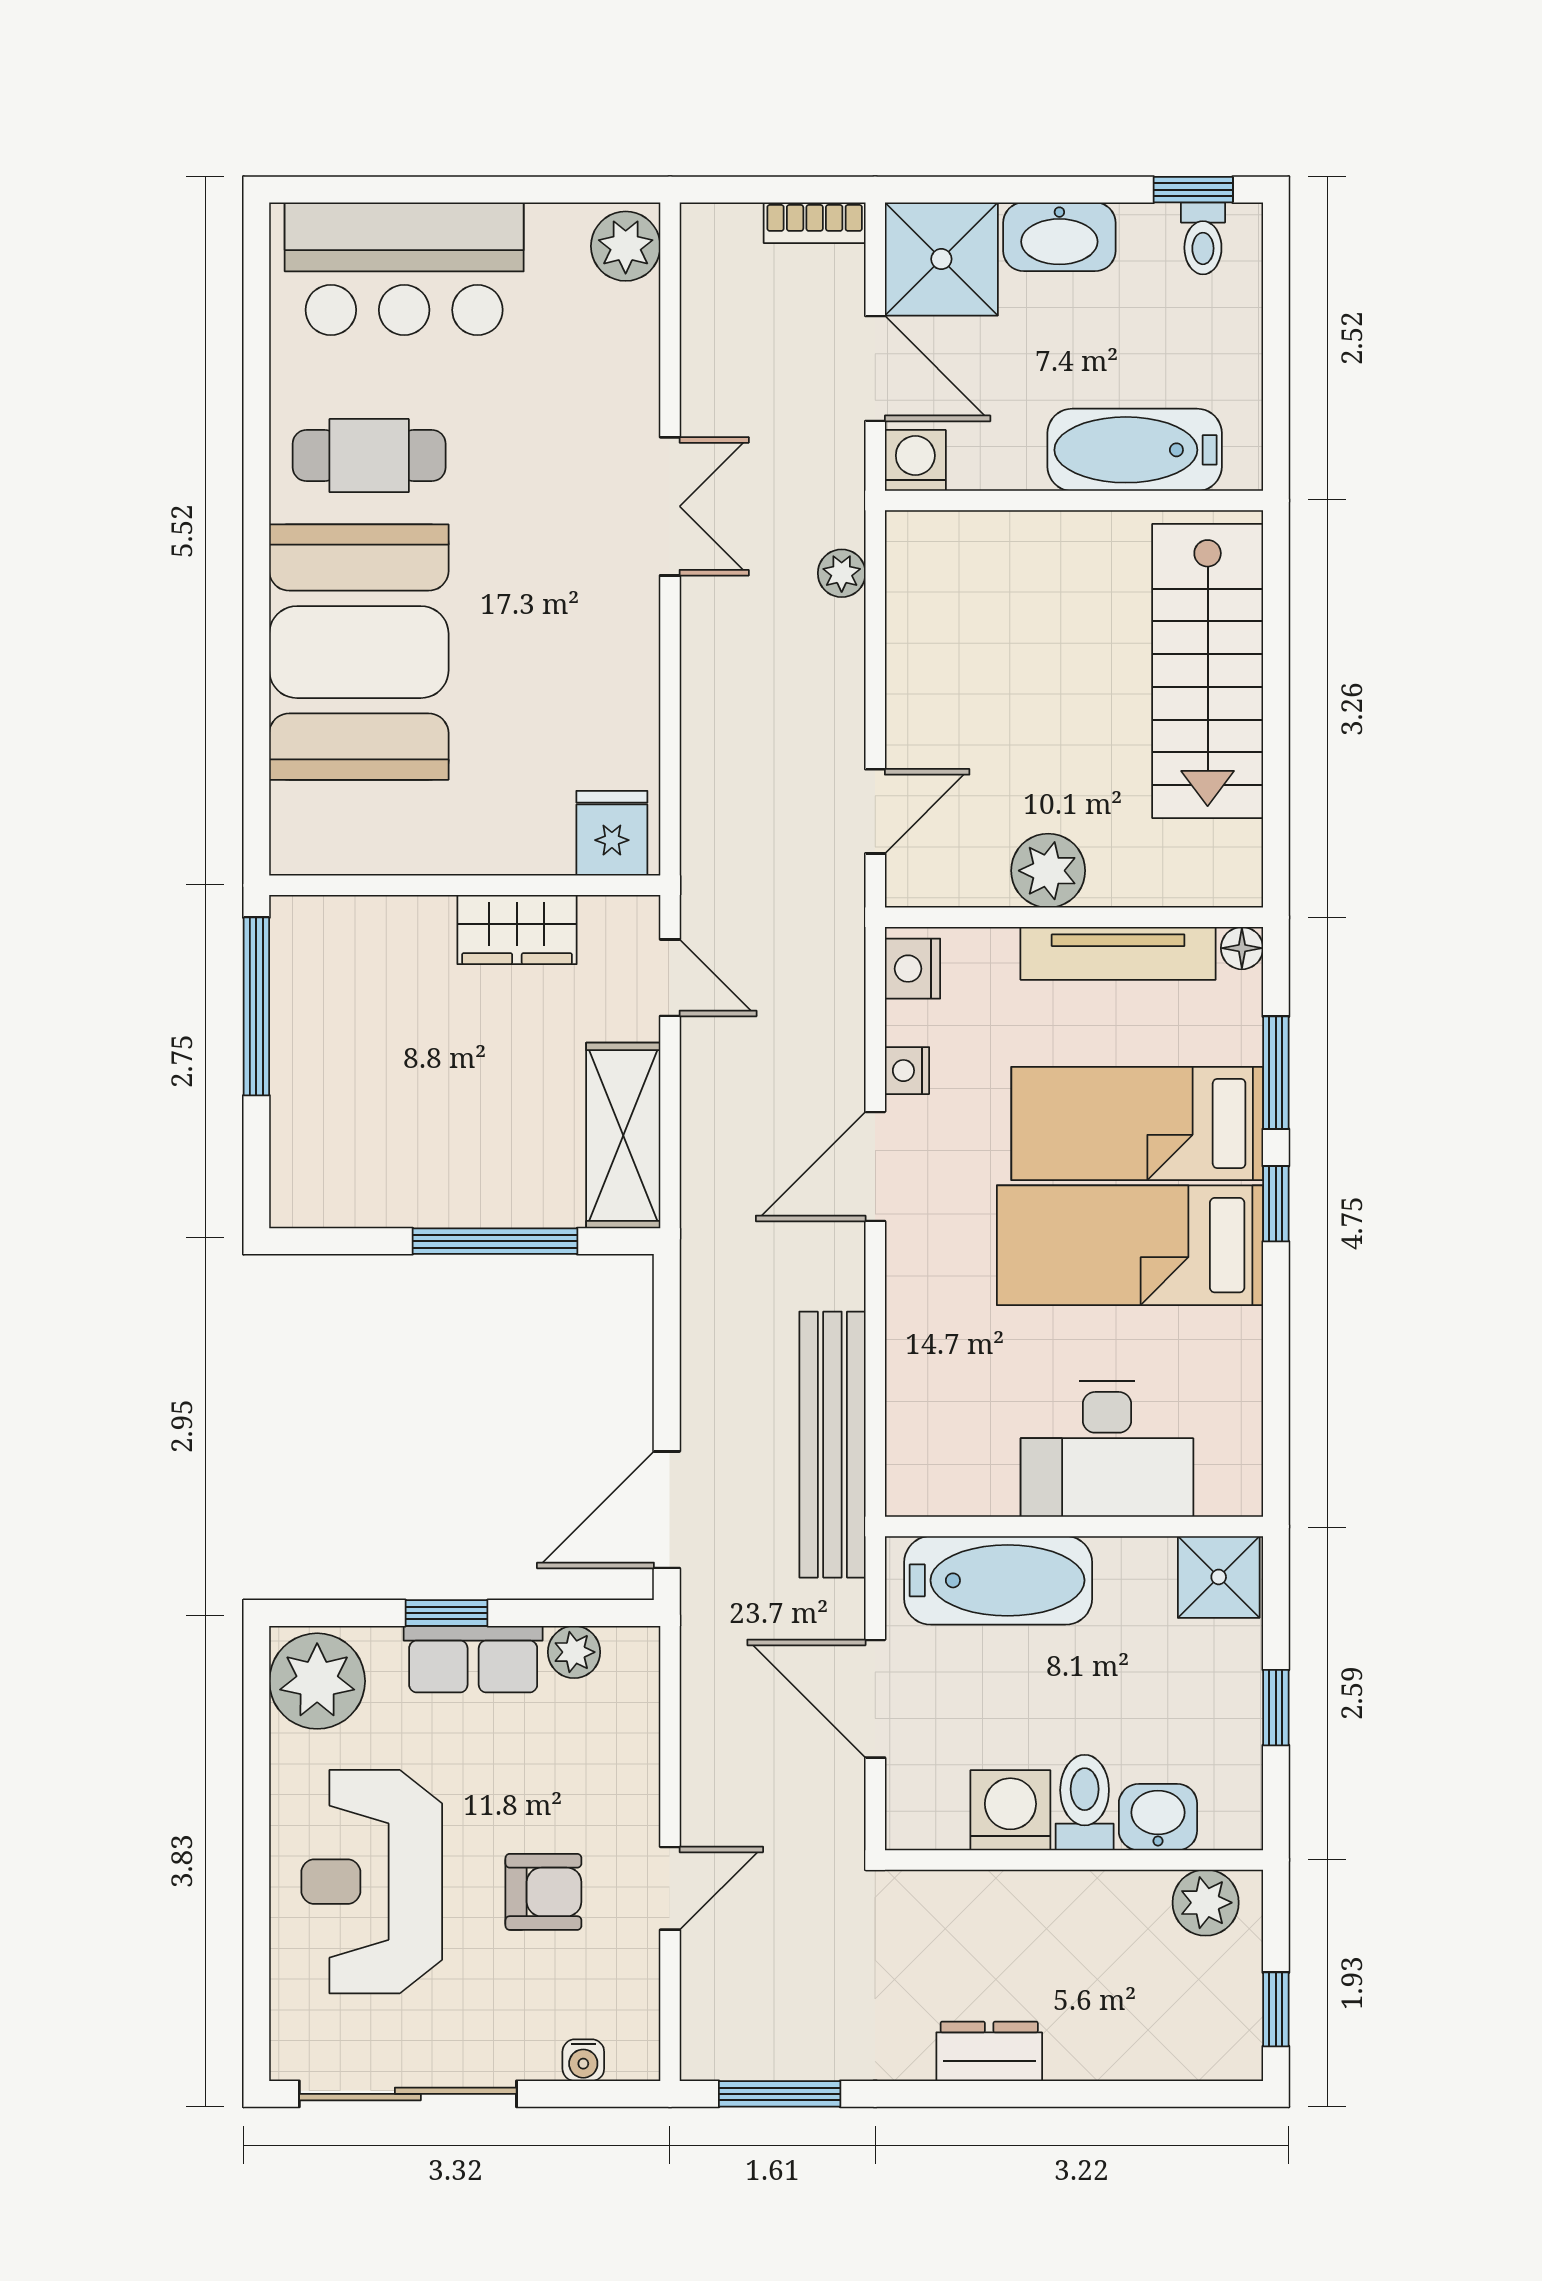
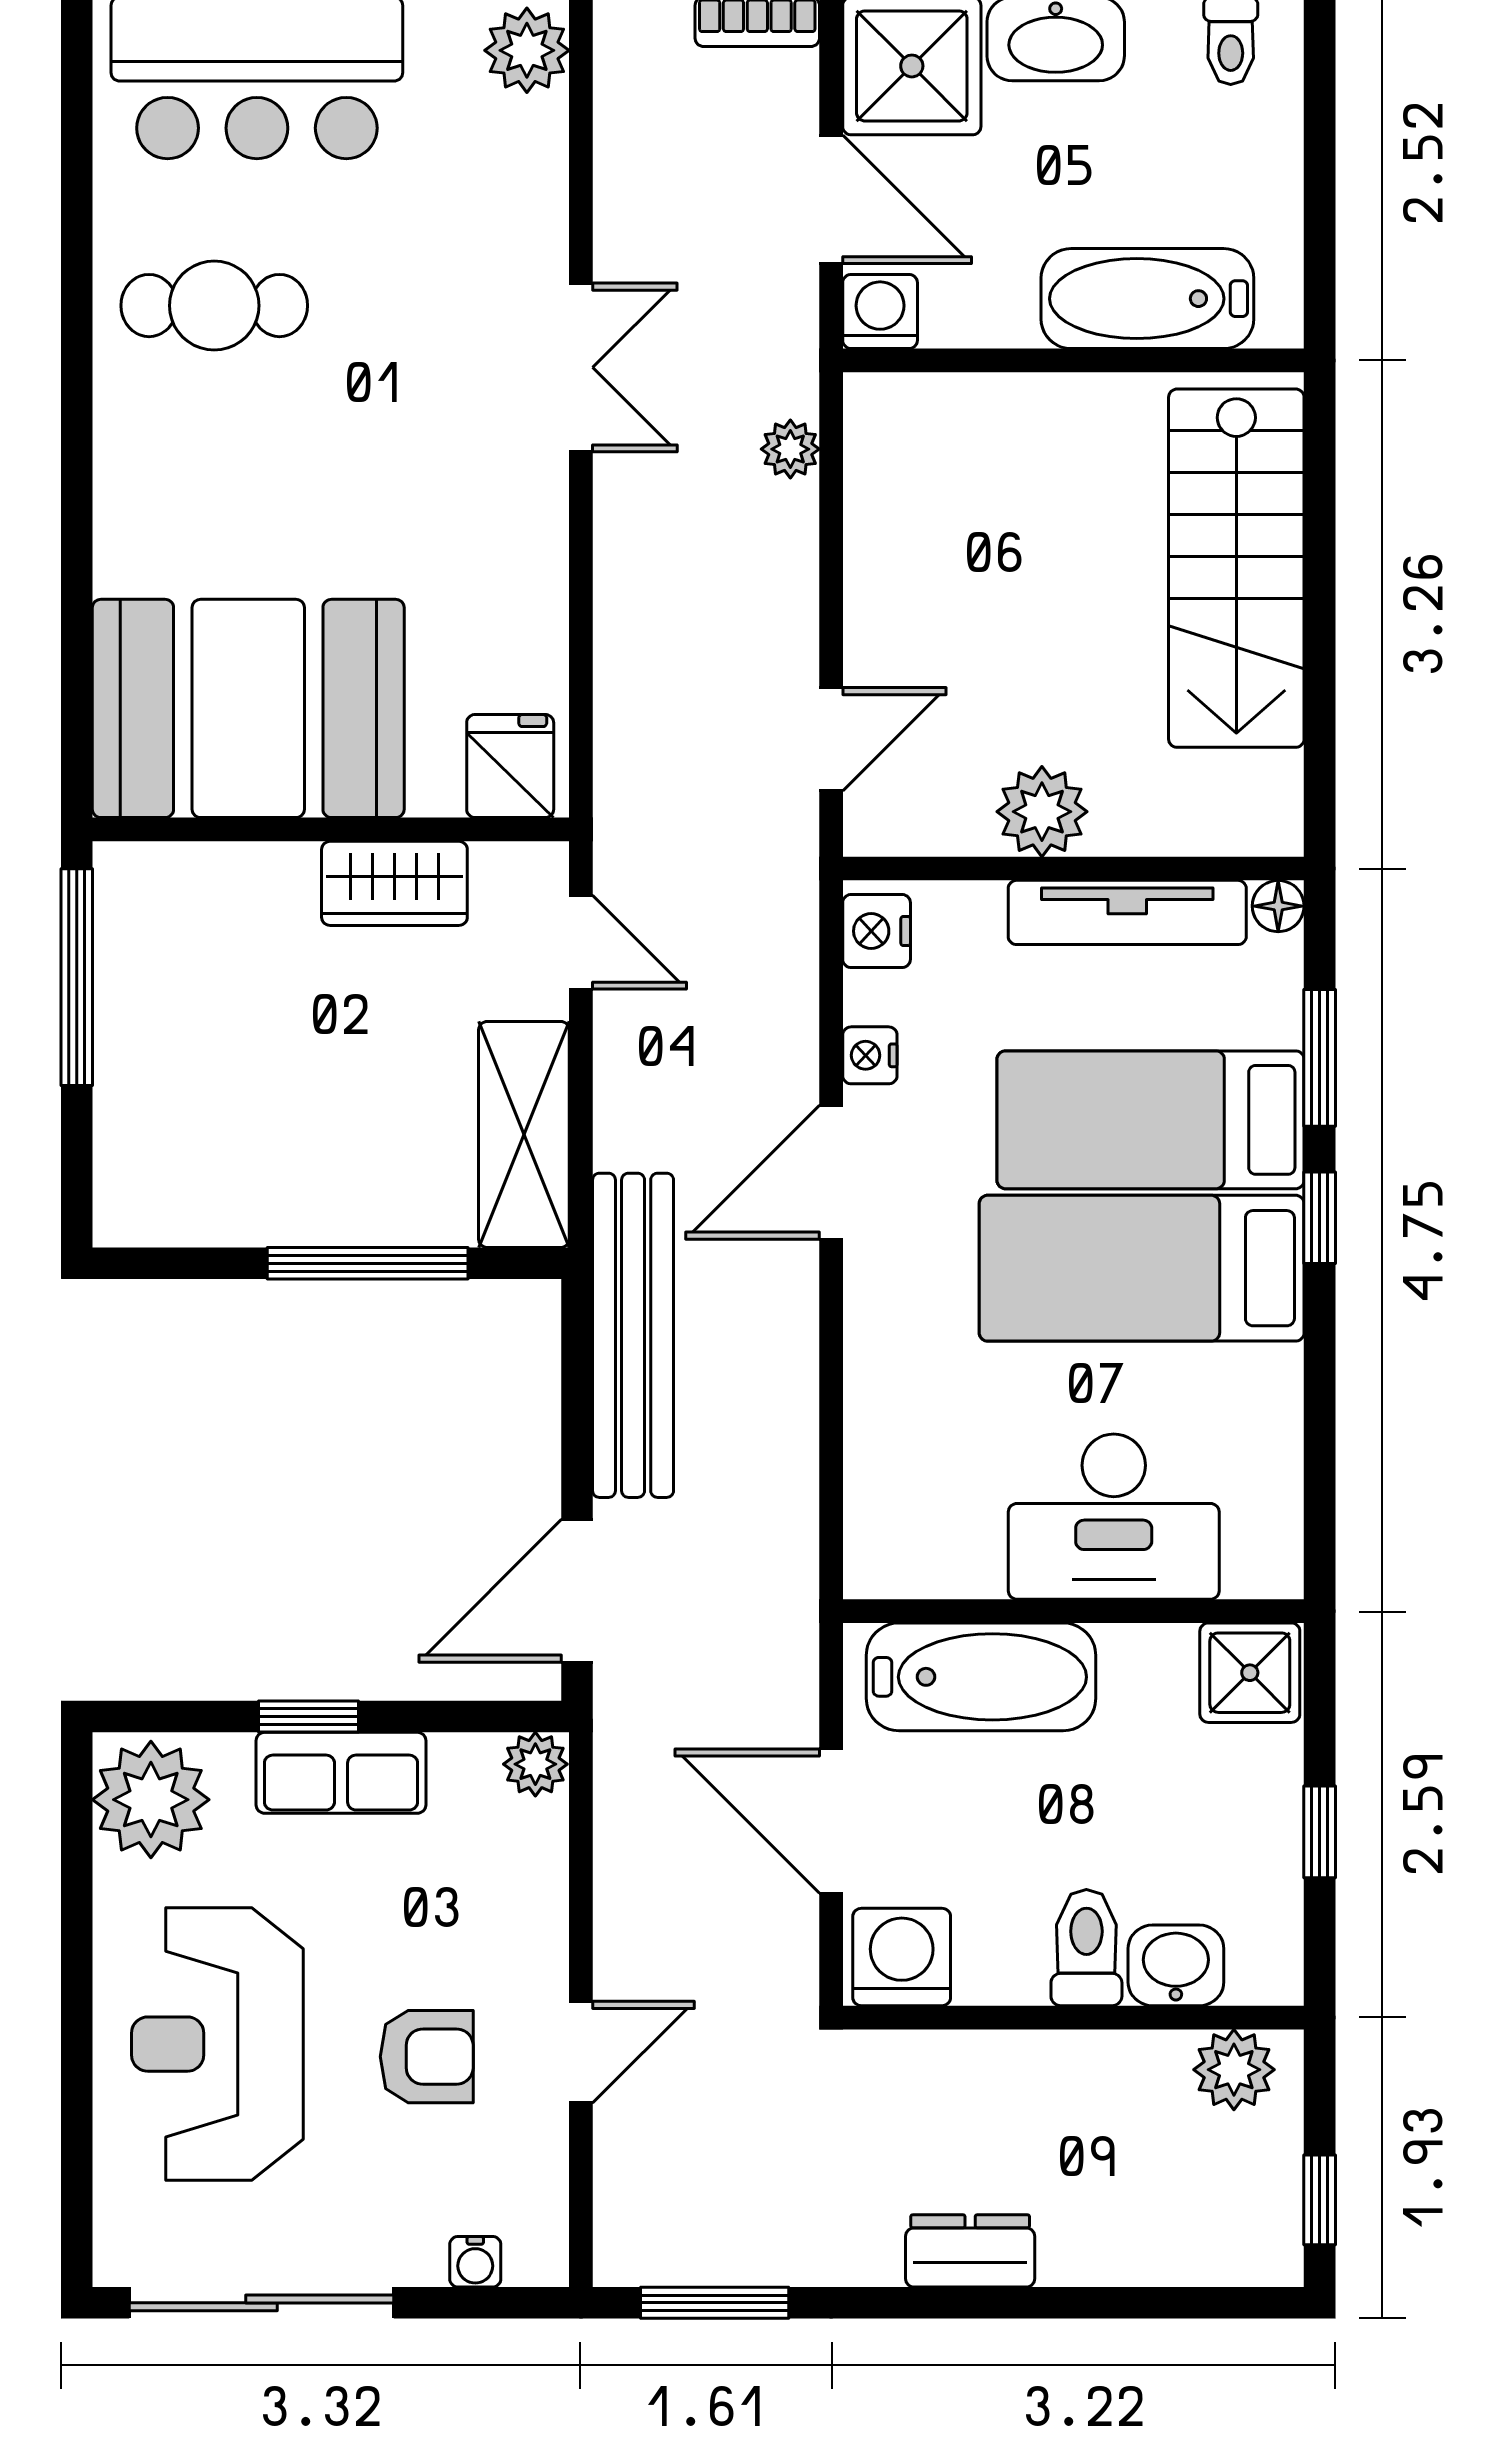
booth: (359, 652) -> (248, 708), moved, turned 90
bench: (832, 1445) -> (633, 1335), moved
plant: (574, 1652) -> (535, 1764), moved
washing machine: (1010, 1810) -> (902, 1957), moved

